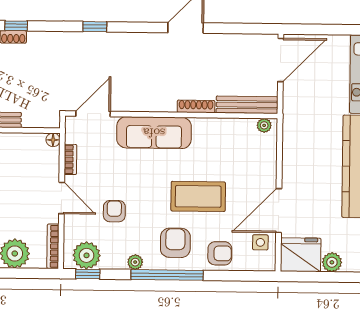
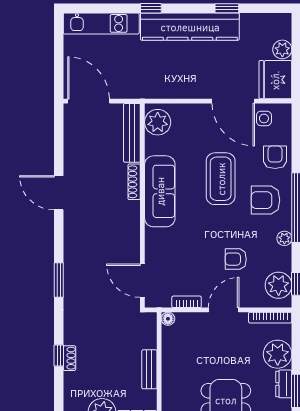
window: (95, 27) -> (59, 280), width x1.50
plant: (264, 125) -> (158, 122), width x1.87, depth x1.87
sofa: (154, 133) -> (160, 191), moved

